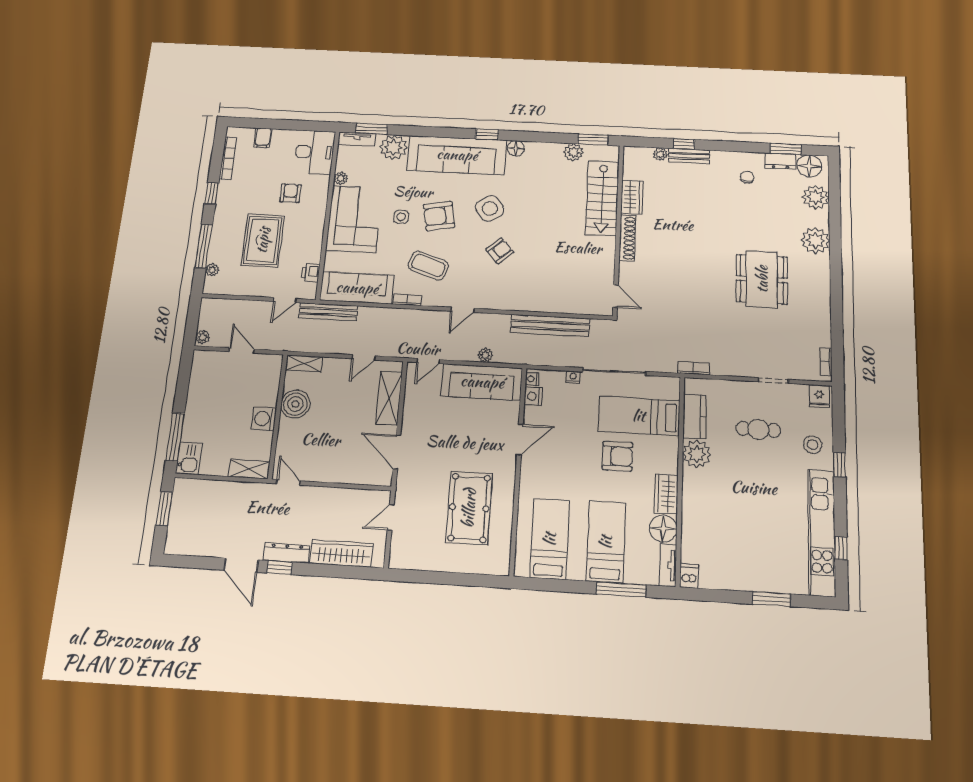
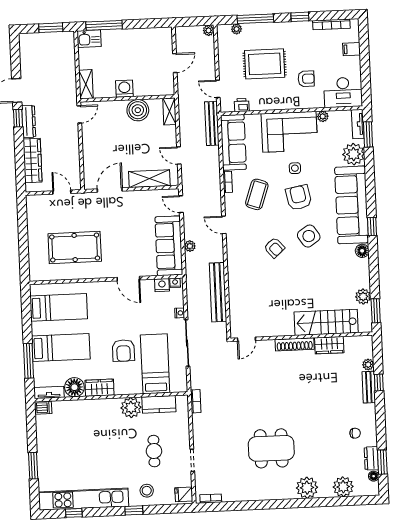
floor lamp: (809, 166) -> (374, 476), width x0.53, depth x0.53
plant: (203, 337) -> (209, 30), moved

